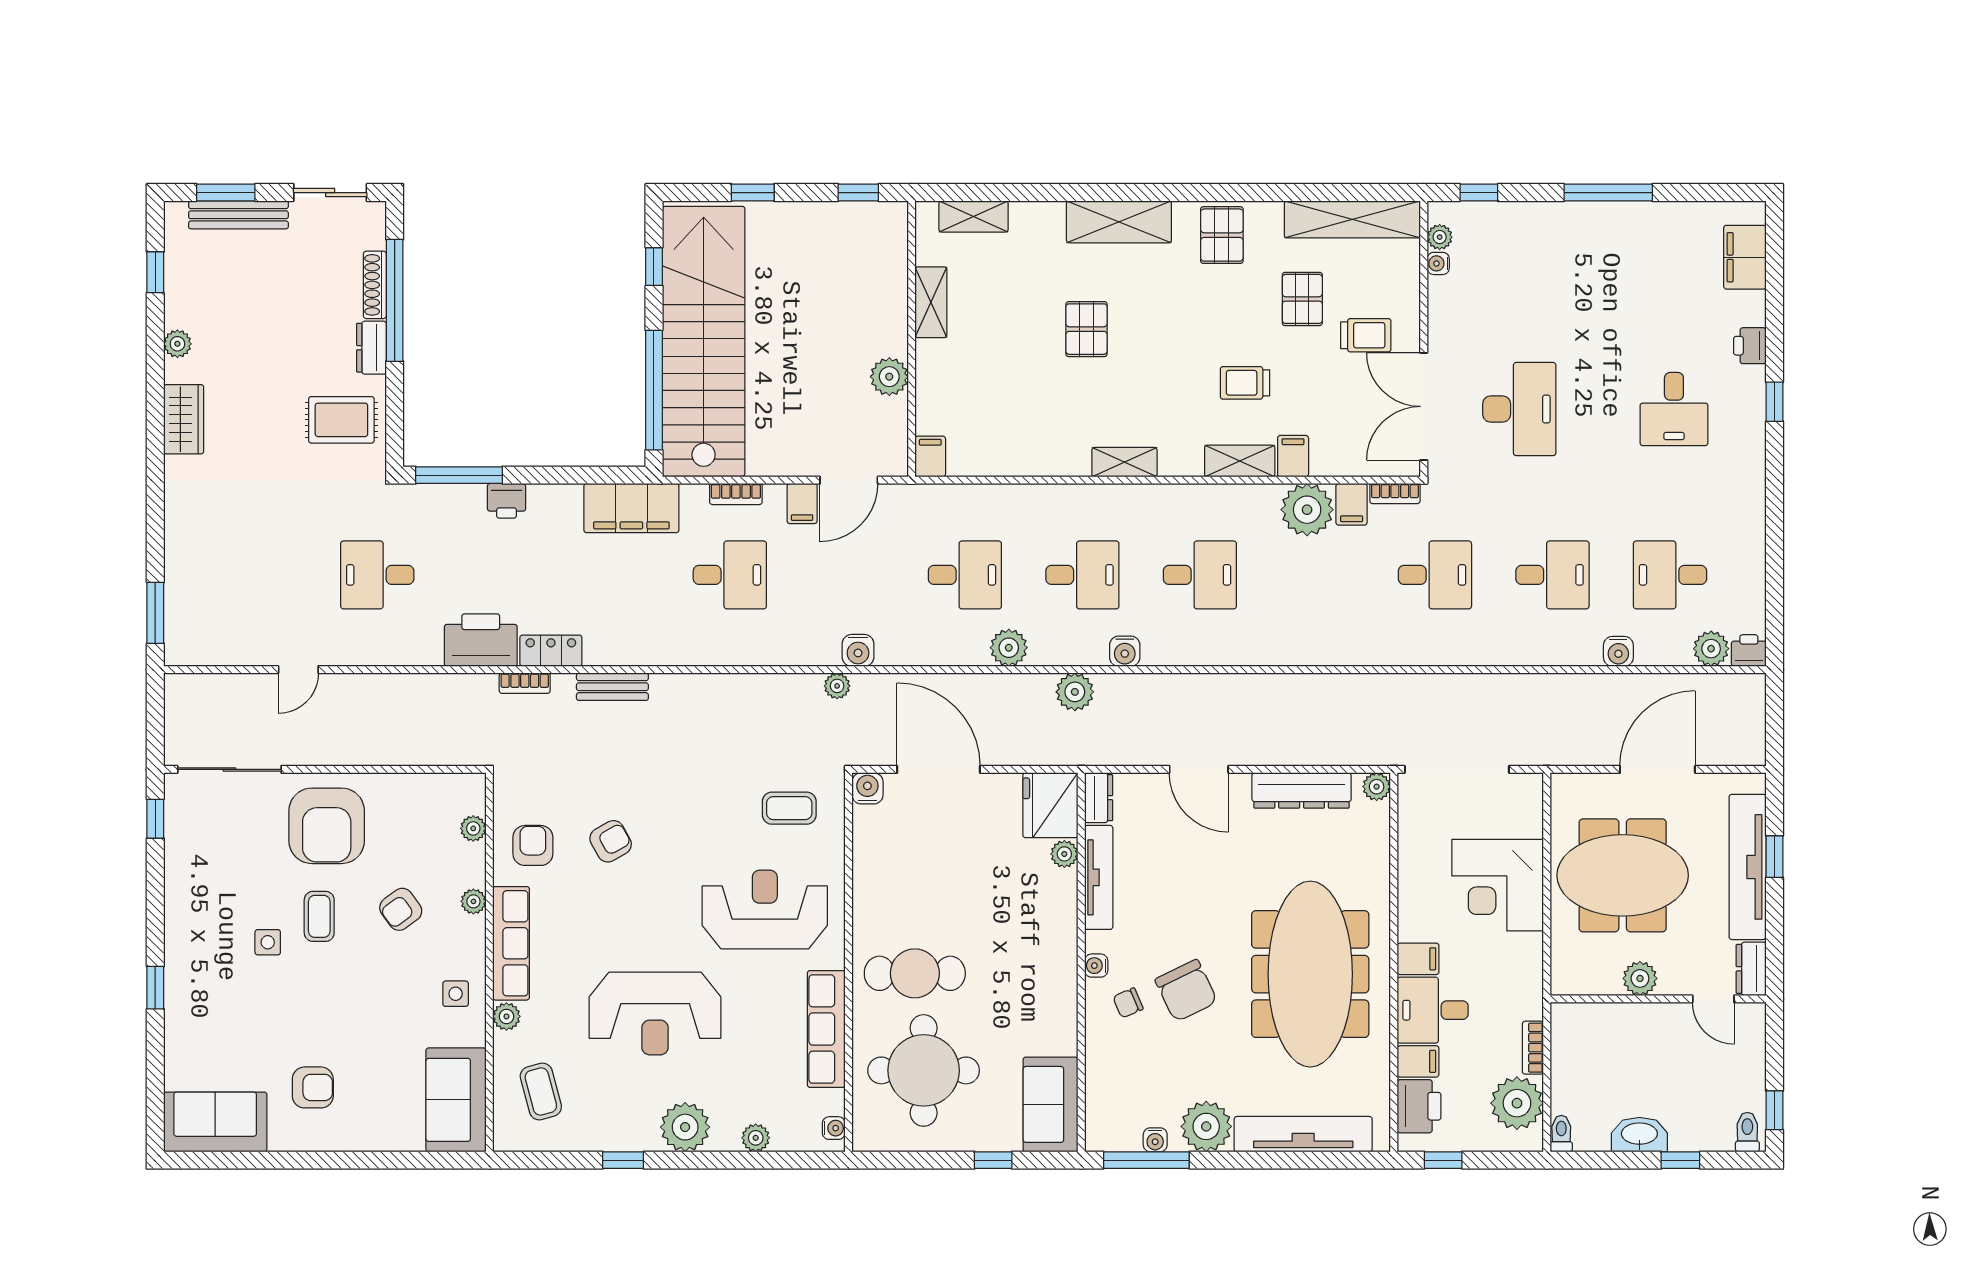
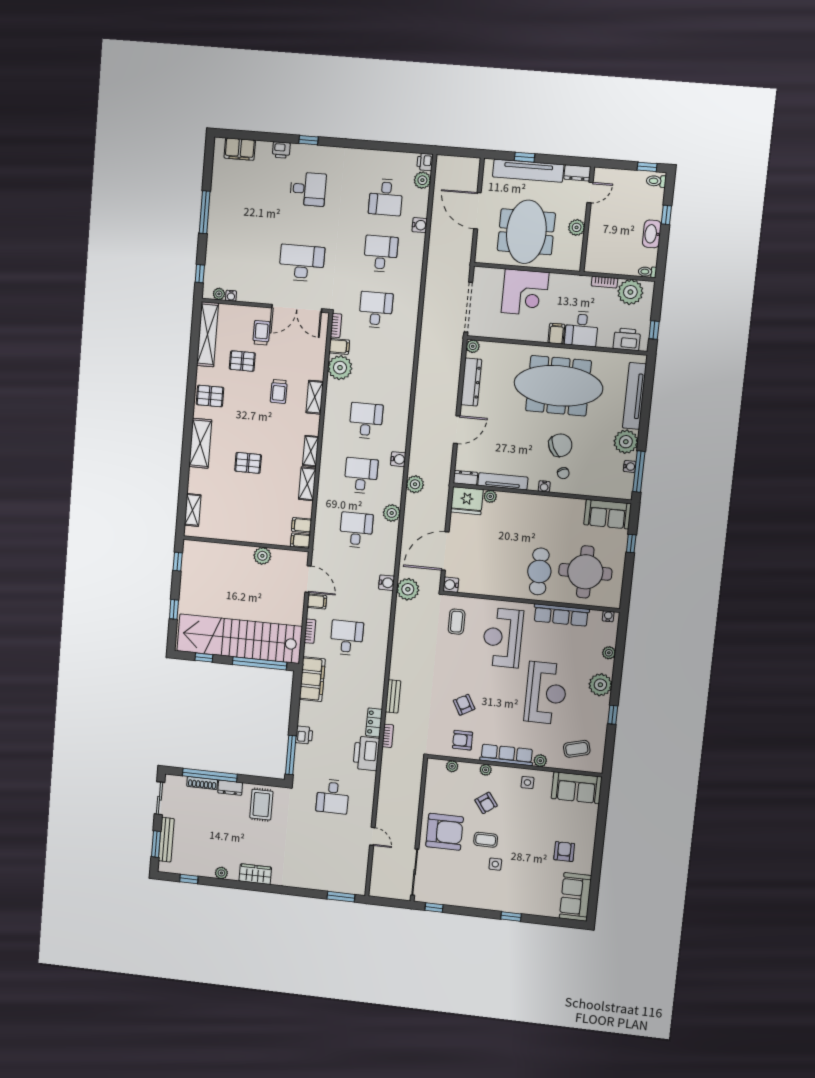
shelving: (931, 302) -> (307, 484), moved, turned 90
filing cabinet: (1293, 456) -> (302, 525), moved
plant: (837, 686) -> (408, 589), width x1.87, depth x1.87
filing cabinet: (1418, 1061) -> (605, 338), removed

